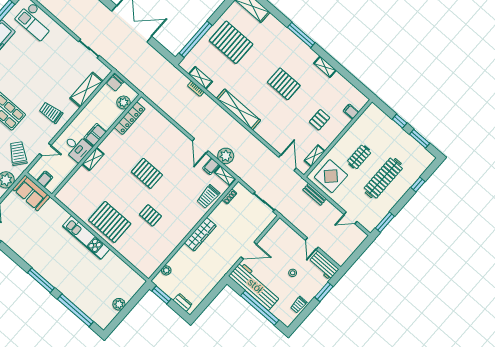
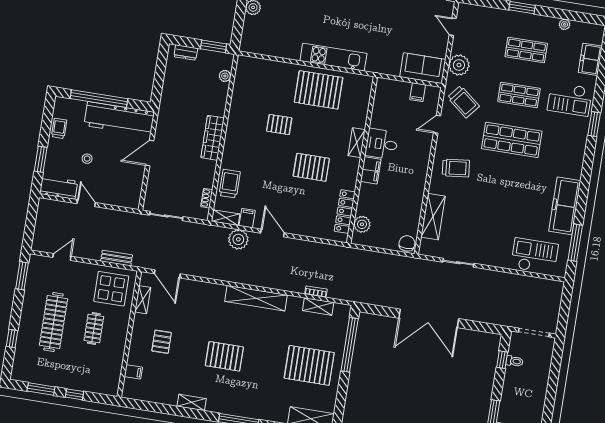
plant: (124, 102) -> (362, 224), moved
locker: (130, 118) -> (345, 212), moved
filing cabinet: (95, 135) -> (371, 170), moved
wall: (97, 145) -> (362, 160), moved
desk: (77, 148) -> (382, 144), moved
shelving: (93, 159) -> (357, 143), moved

